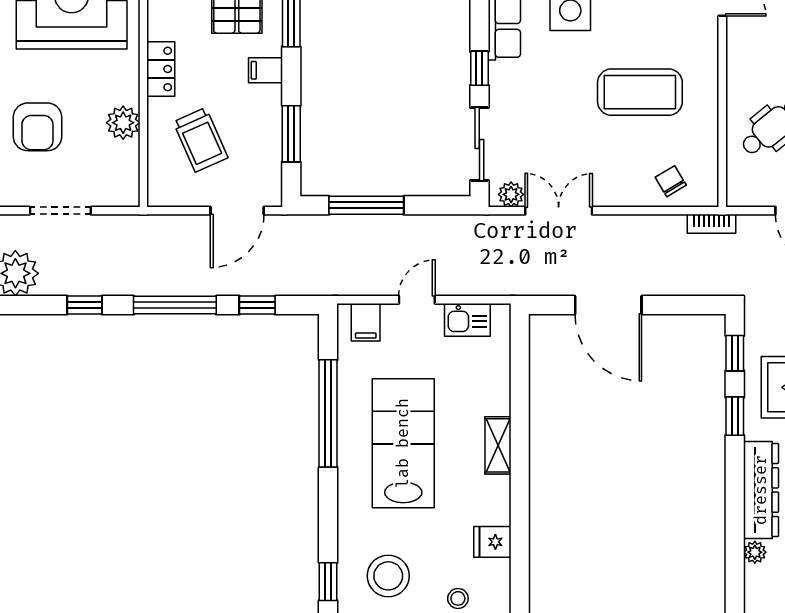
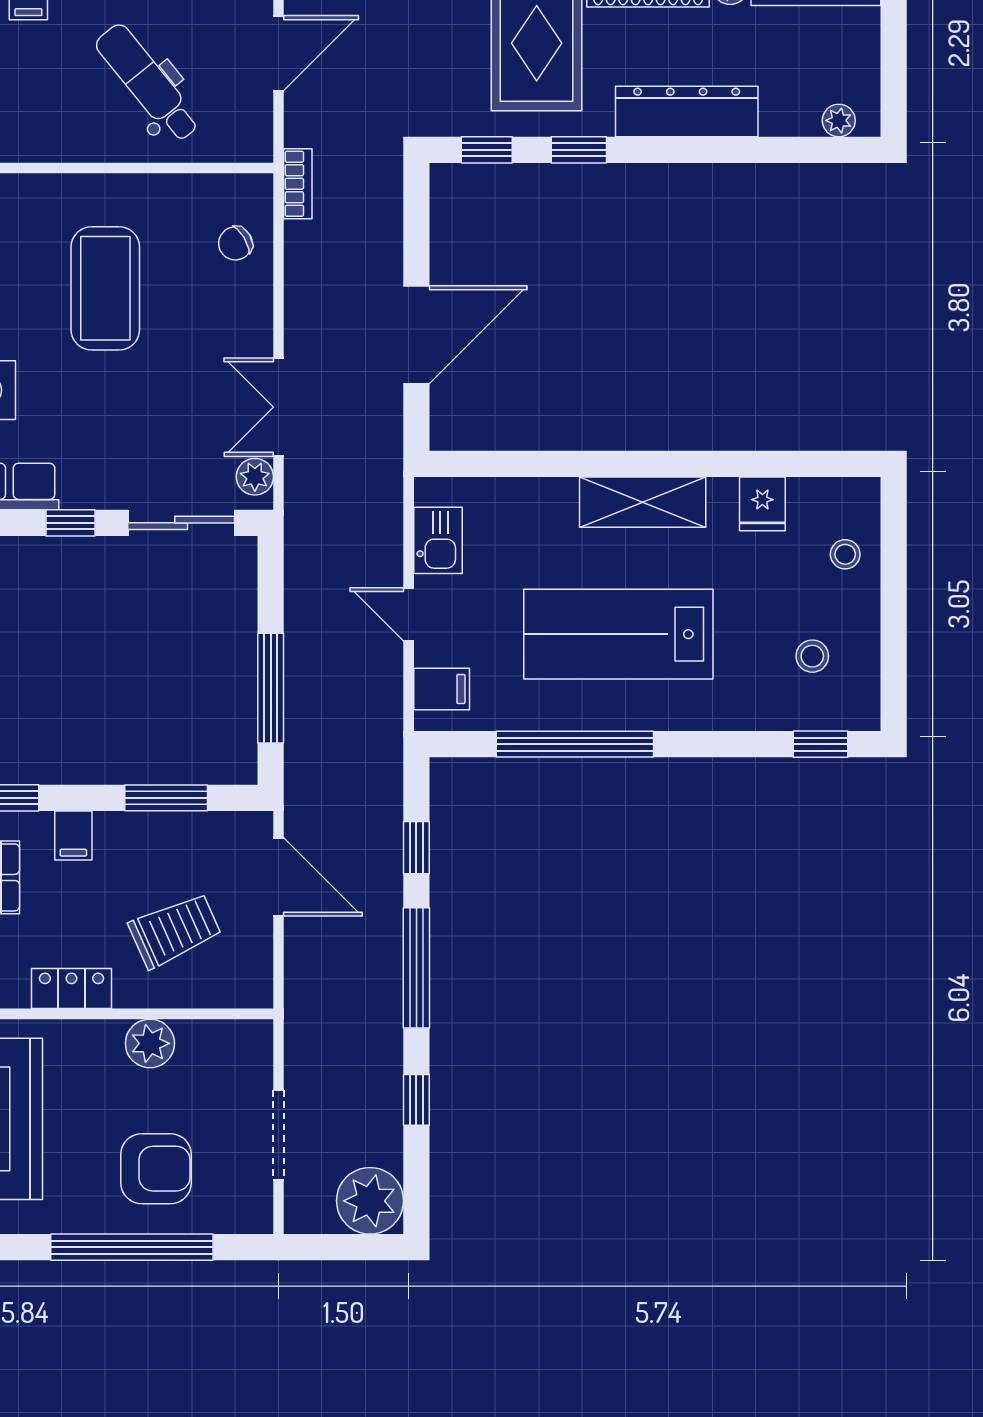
shelving: (498, 445) -> (643, 502), width x1.50, depth x1.33
plant: (755, 552) -> (839, 120), moved
stool: (388, 576) -> (812, 656), width x0.53, depth x0.53

